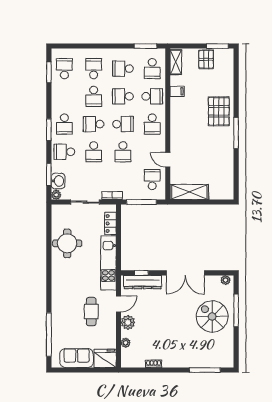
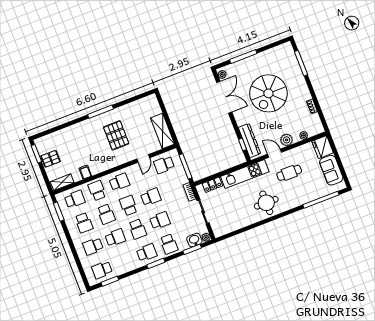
pallet: (219, 111) -> (116, 135), moved, turned 90
round table: (67, 243) -> (266, 203), moved
double door: (185, 273) -> (224, 97), moved
spiral stairs: (212, 316) -> (268, 93), moved, width x1.37, depth x1.37

